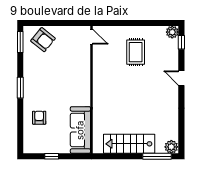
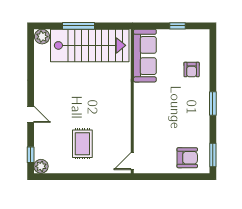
door: (92, 37) -> (132, 161), hinge flipped
armchair: (43, 40) -> (187, 158), turned 141
stairs: (129, 144) -> (90, 45), width x1.36, depth x1.51
window: (157, 156) -> (78, 26), moved

